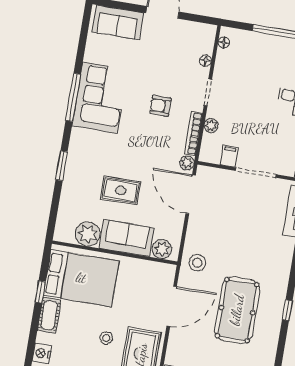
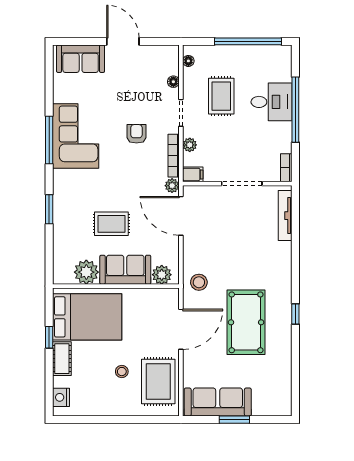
rug: (250, 83) -> (221, 96), added
armchair: (160, 106) -> (136, 134), turned 90
filing cabinet: (229, 156) -> (193, 174), moved, turned 90

